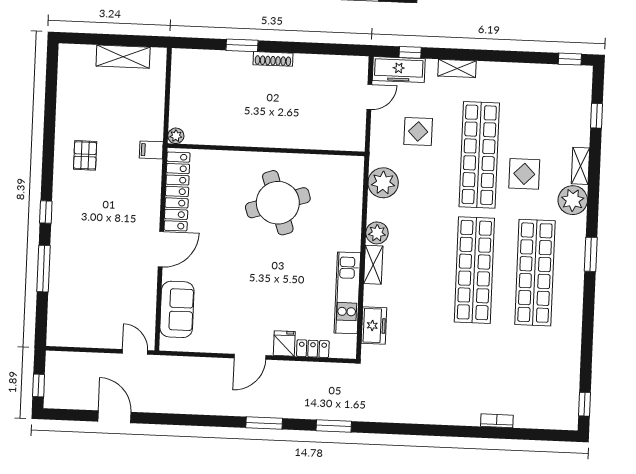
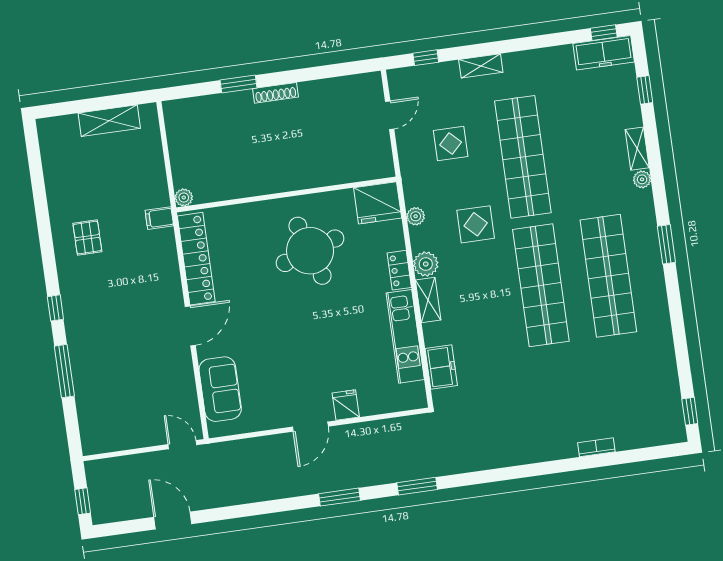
freezer: (399, 70) -> (604, 53), moved
fridge: (345, 172) -> (378, 203), added
display table: (524, 174) -> (476, 224), moved
plant: (383, 183) -> (416, 216), width x0.53, depth x0.53
plant: (573, 200) -> (642, 179), width x0.53, depth x0.53
locker: (313, 349) -> (399, 270), moved, turned -90

